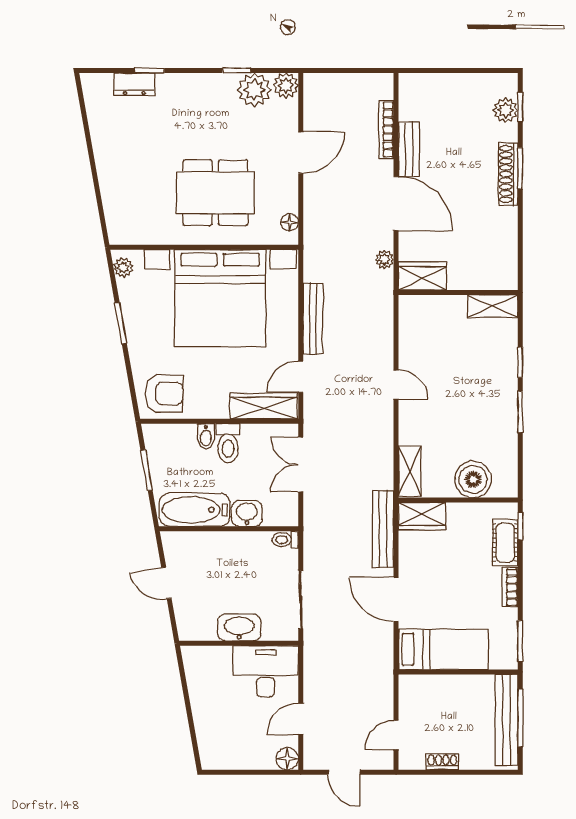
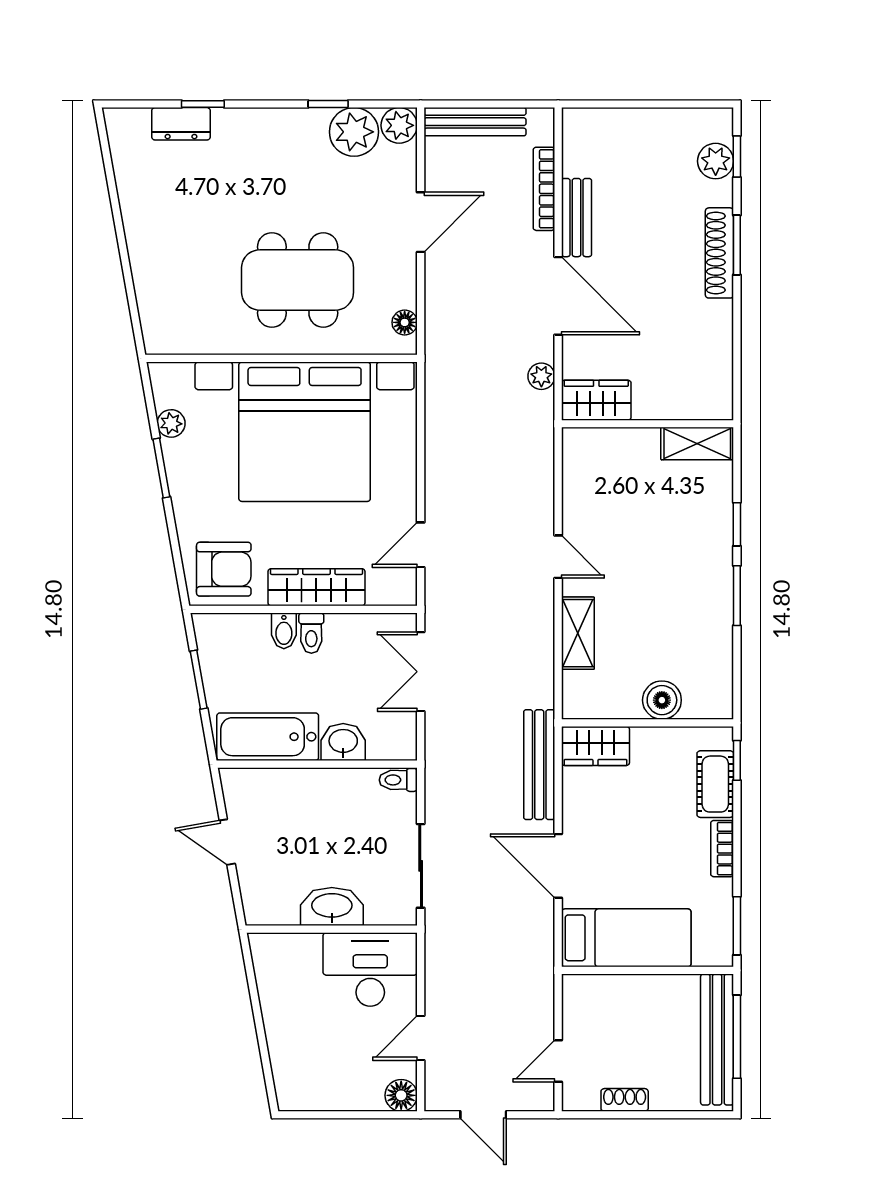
plant: (123, 267) -> (171, 423), moved
bench: (313, 319) -> (475, 122), moved, turned 90
wardrobe: (264, 406) -> (316, 587), moved
toilet: (228, 443) -> (311, 633), width x0.73, depth x0.72
shelving: (410, 471) -> (578, 633), moved
boiler: (473, 479) -> (662, 700), width x0.73, depth x0.73

